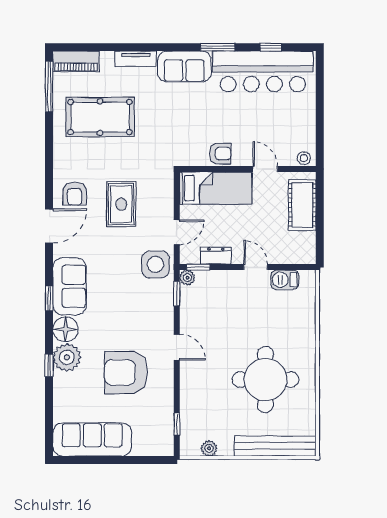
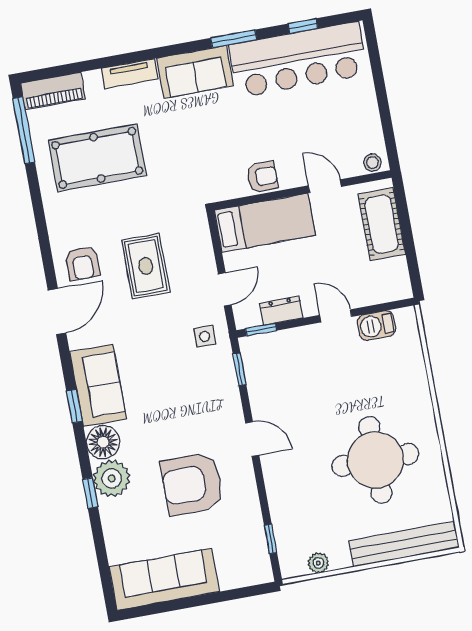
side table: (155, 264) -> (205, 336), width x0.54, depth x0.54
plant: (187, 278) -> (249, 346), removed

